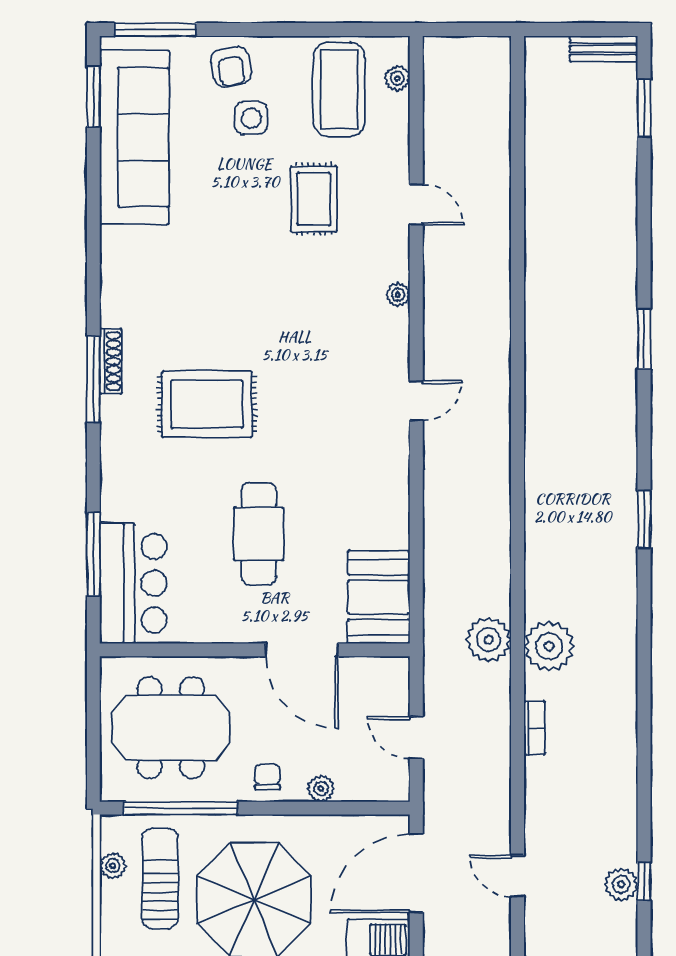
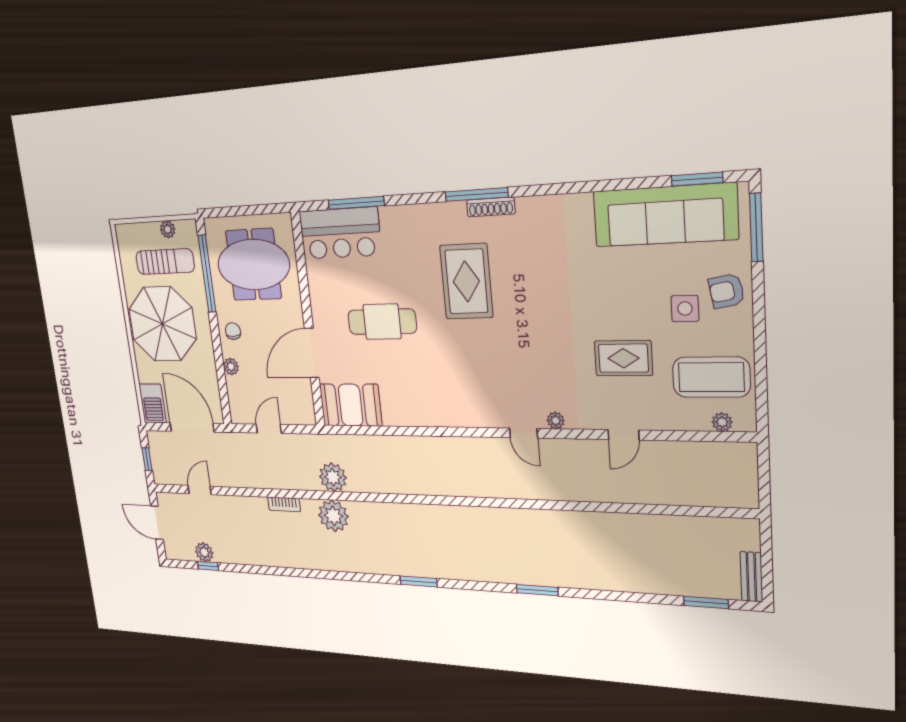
door: (416, 401) -> (524, 433), moved
meeting table: (171, 728) -> (253, 265), turned 90
chair: (267, 777) -> (233, 331), turned -94

